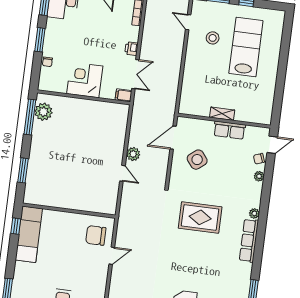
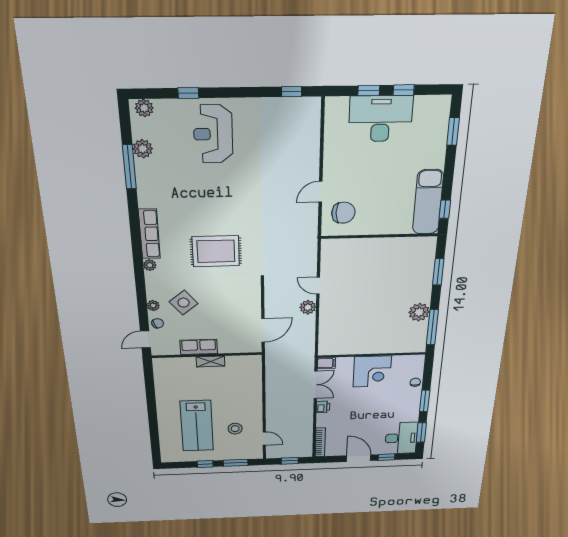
double door: (135, 74) -> (316, 385), swing flipped
plant: (43, 112) -> (419, 312), moved
side table: (197, 160) -> (184, 303), moved

